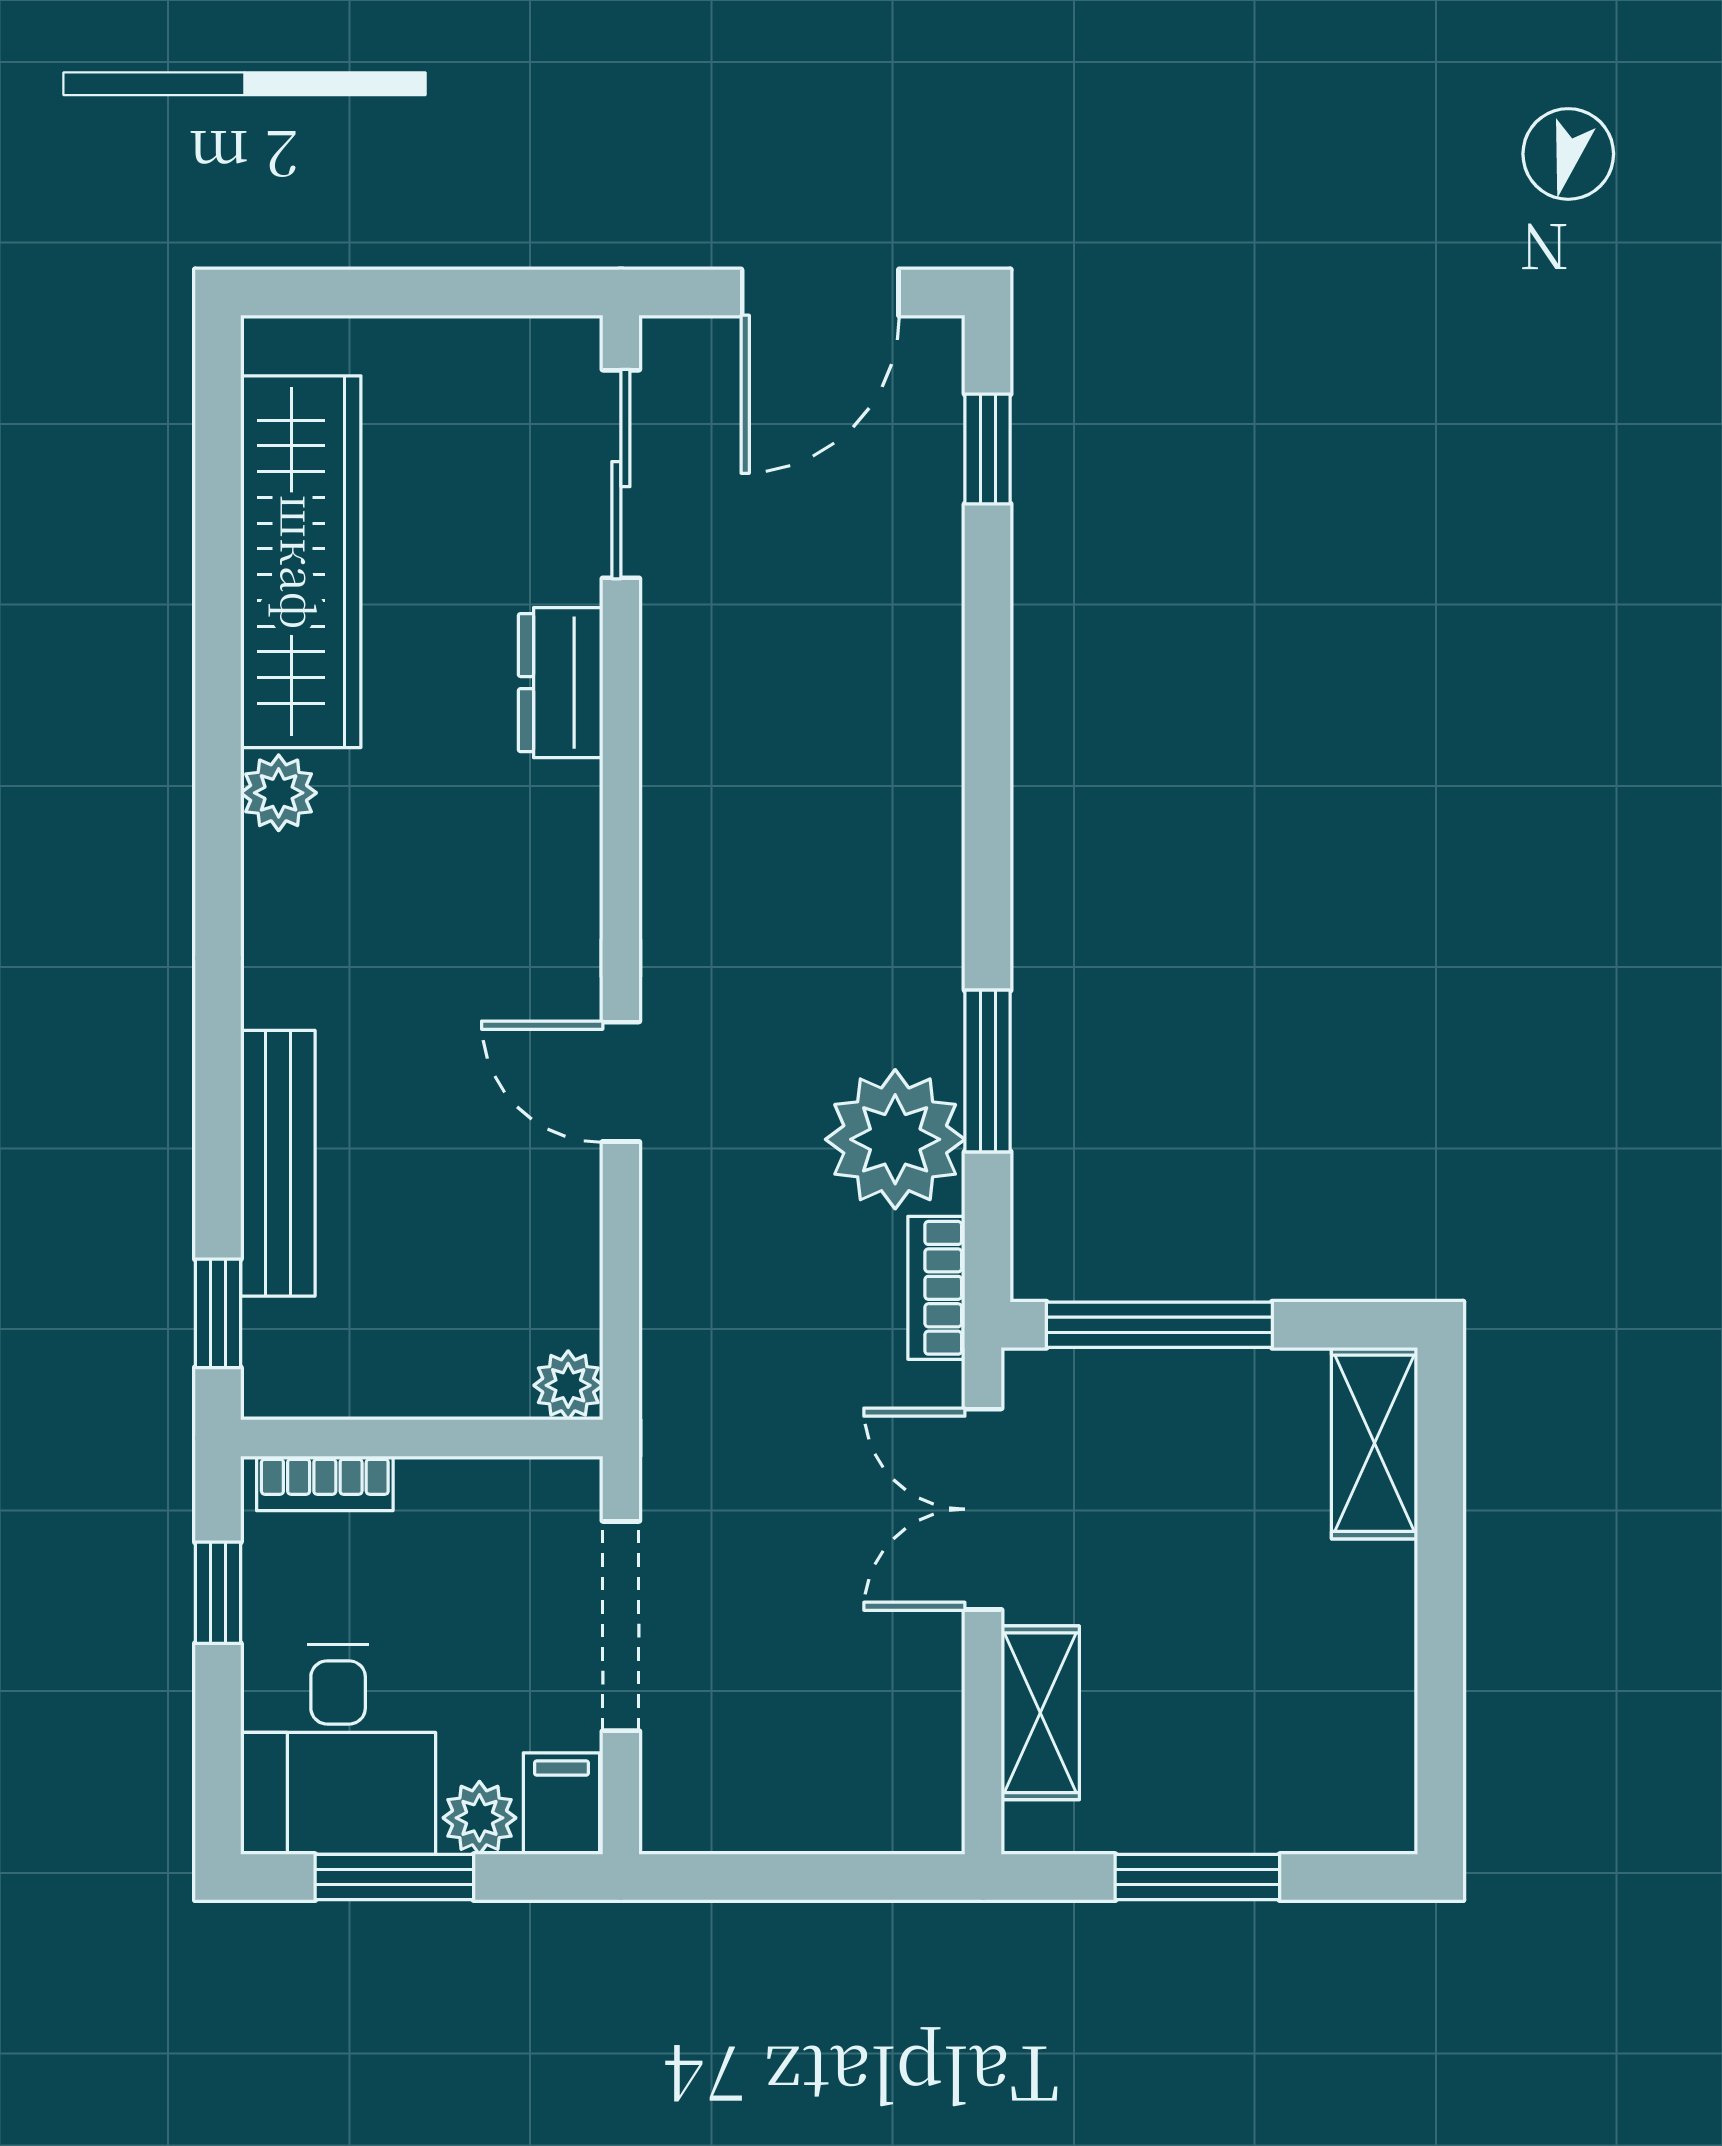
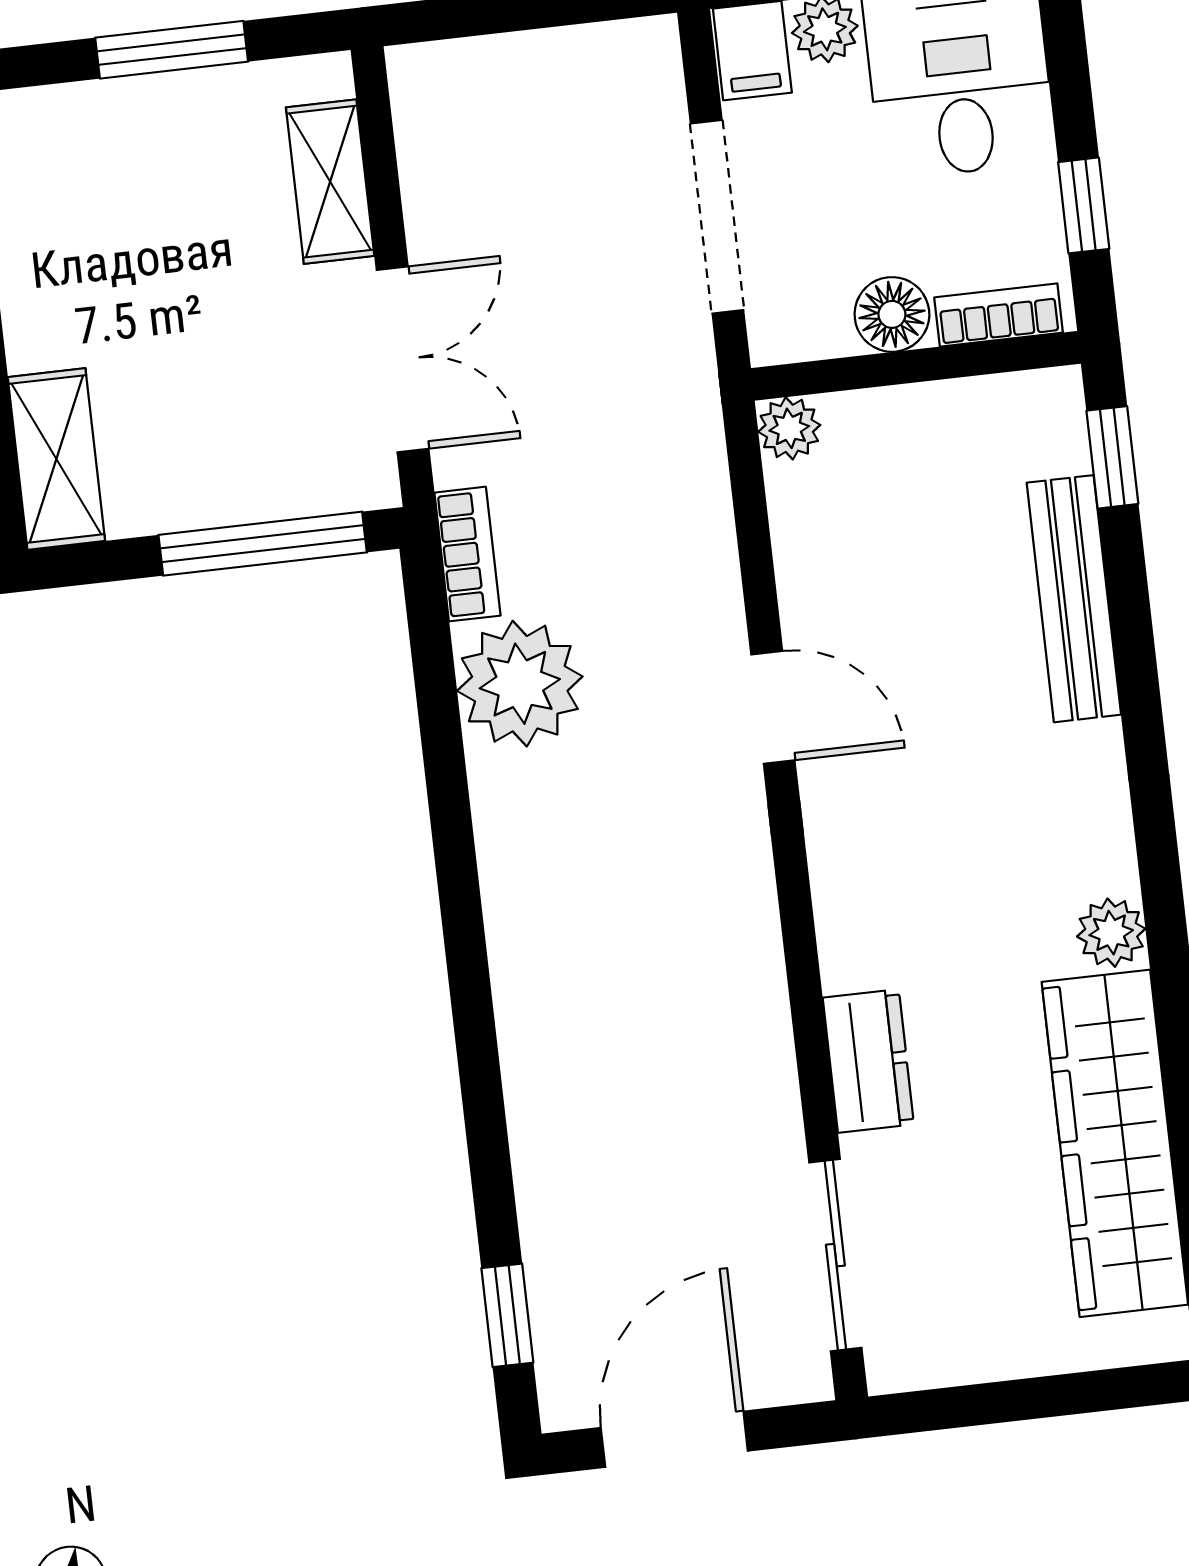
window: (988, 1071) -> (443, 755), removed
floor lamp: (442, 1497) -> (892, 314), added

